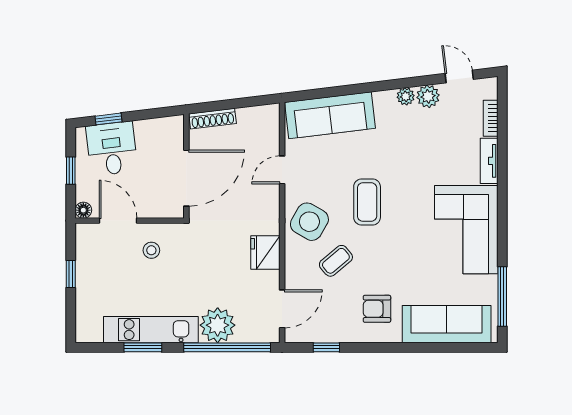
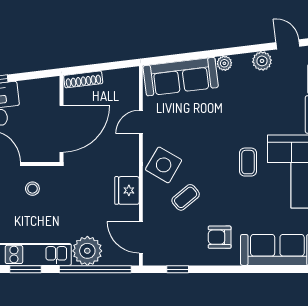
plant: (406, 96) -> (224, 63), moved
coffee table: (367, 202) -> (248, 162), moved, width x0.73, depth x0.77
door: (282, 309) -> (141, 237), swing flipped

